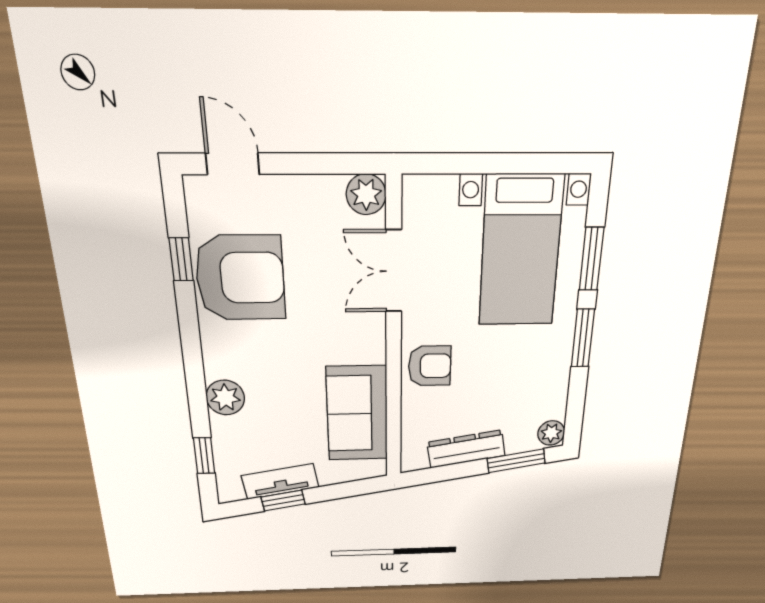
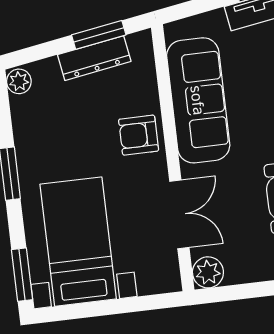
window: (591, 259) -> (22, 275), moved
sofa: (357, 414) -> (198, 100), width x1.36
window: (516, 461) -> (99, 35), moved

